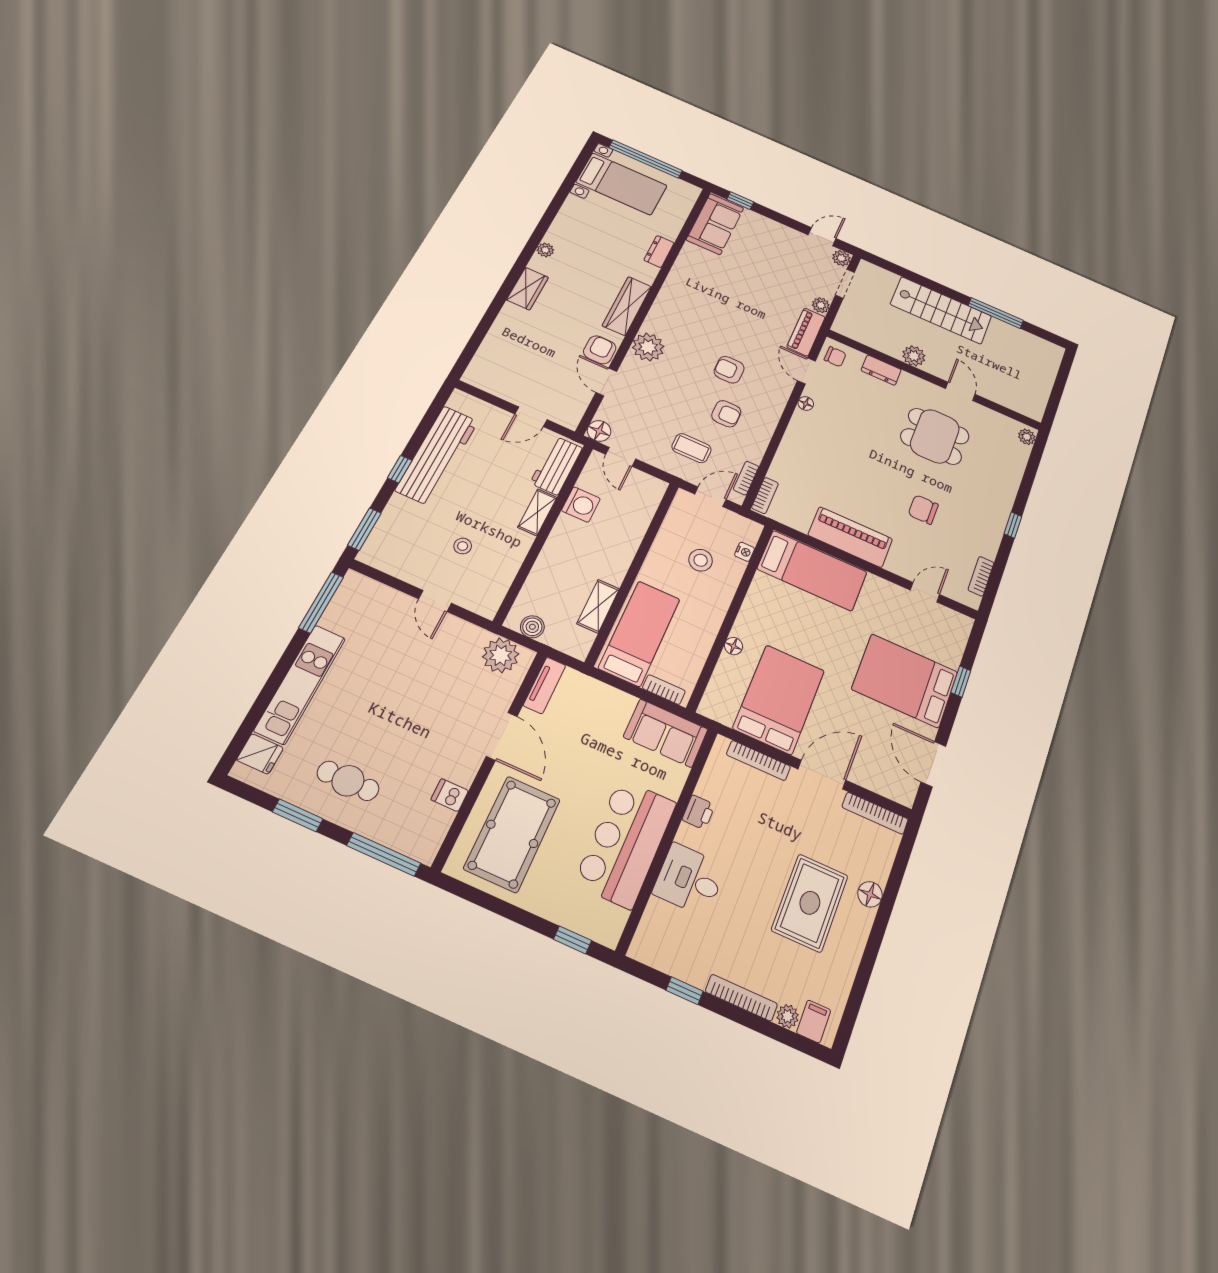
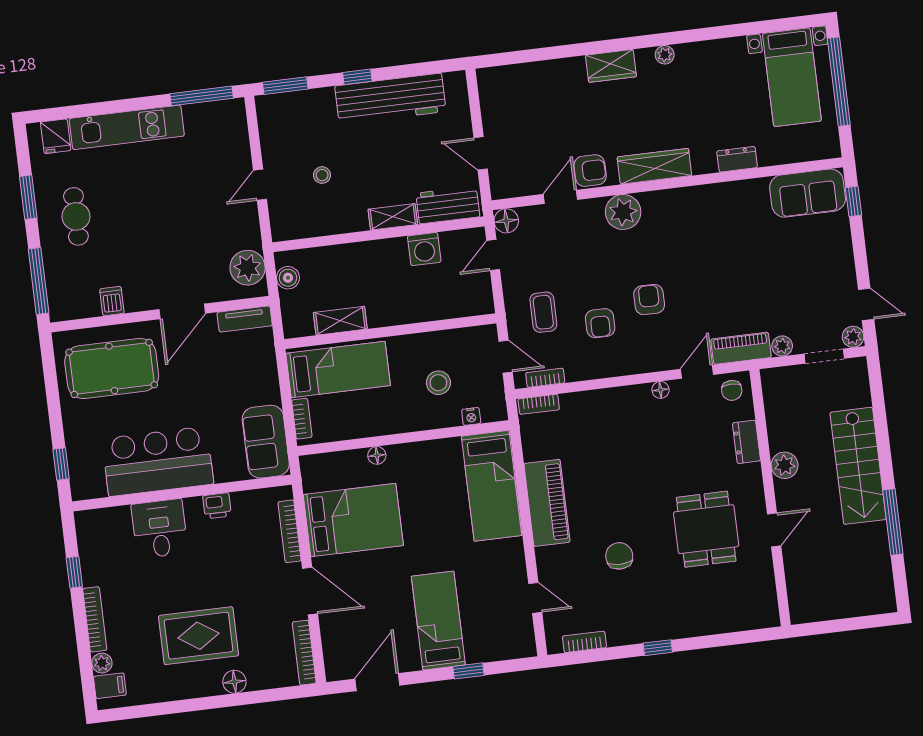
plant: (1027, 437) -> (765, 618), removed
bed: (905, 681) -> (438, 621), width x0.67

